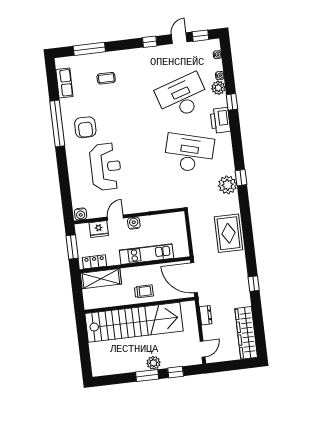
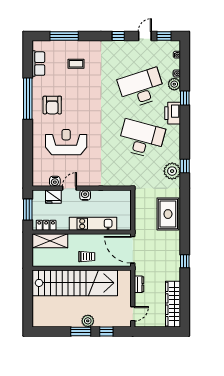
reception desk: (106, 167) -> (66, 142), turned -90
water cooler: (81, 214) -> (55, 181), moved

